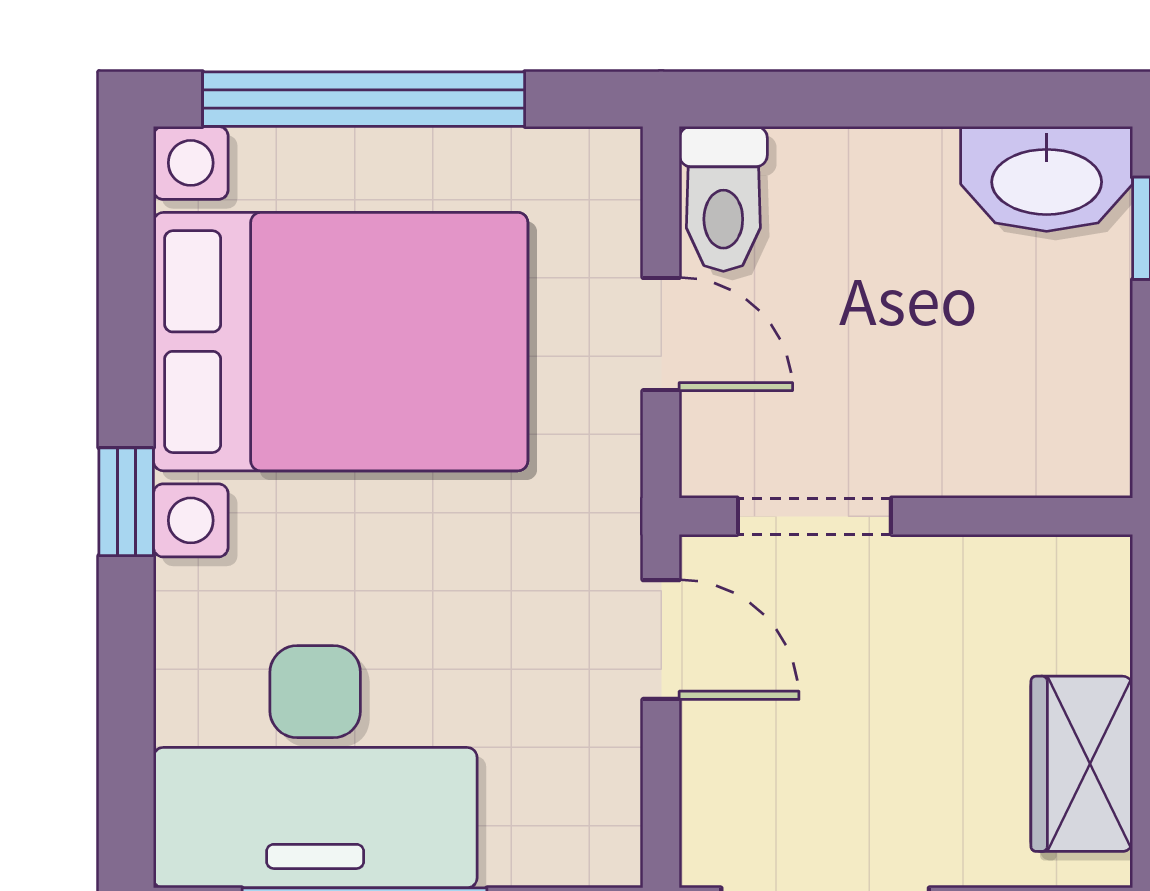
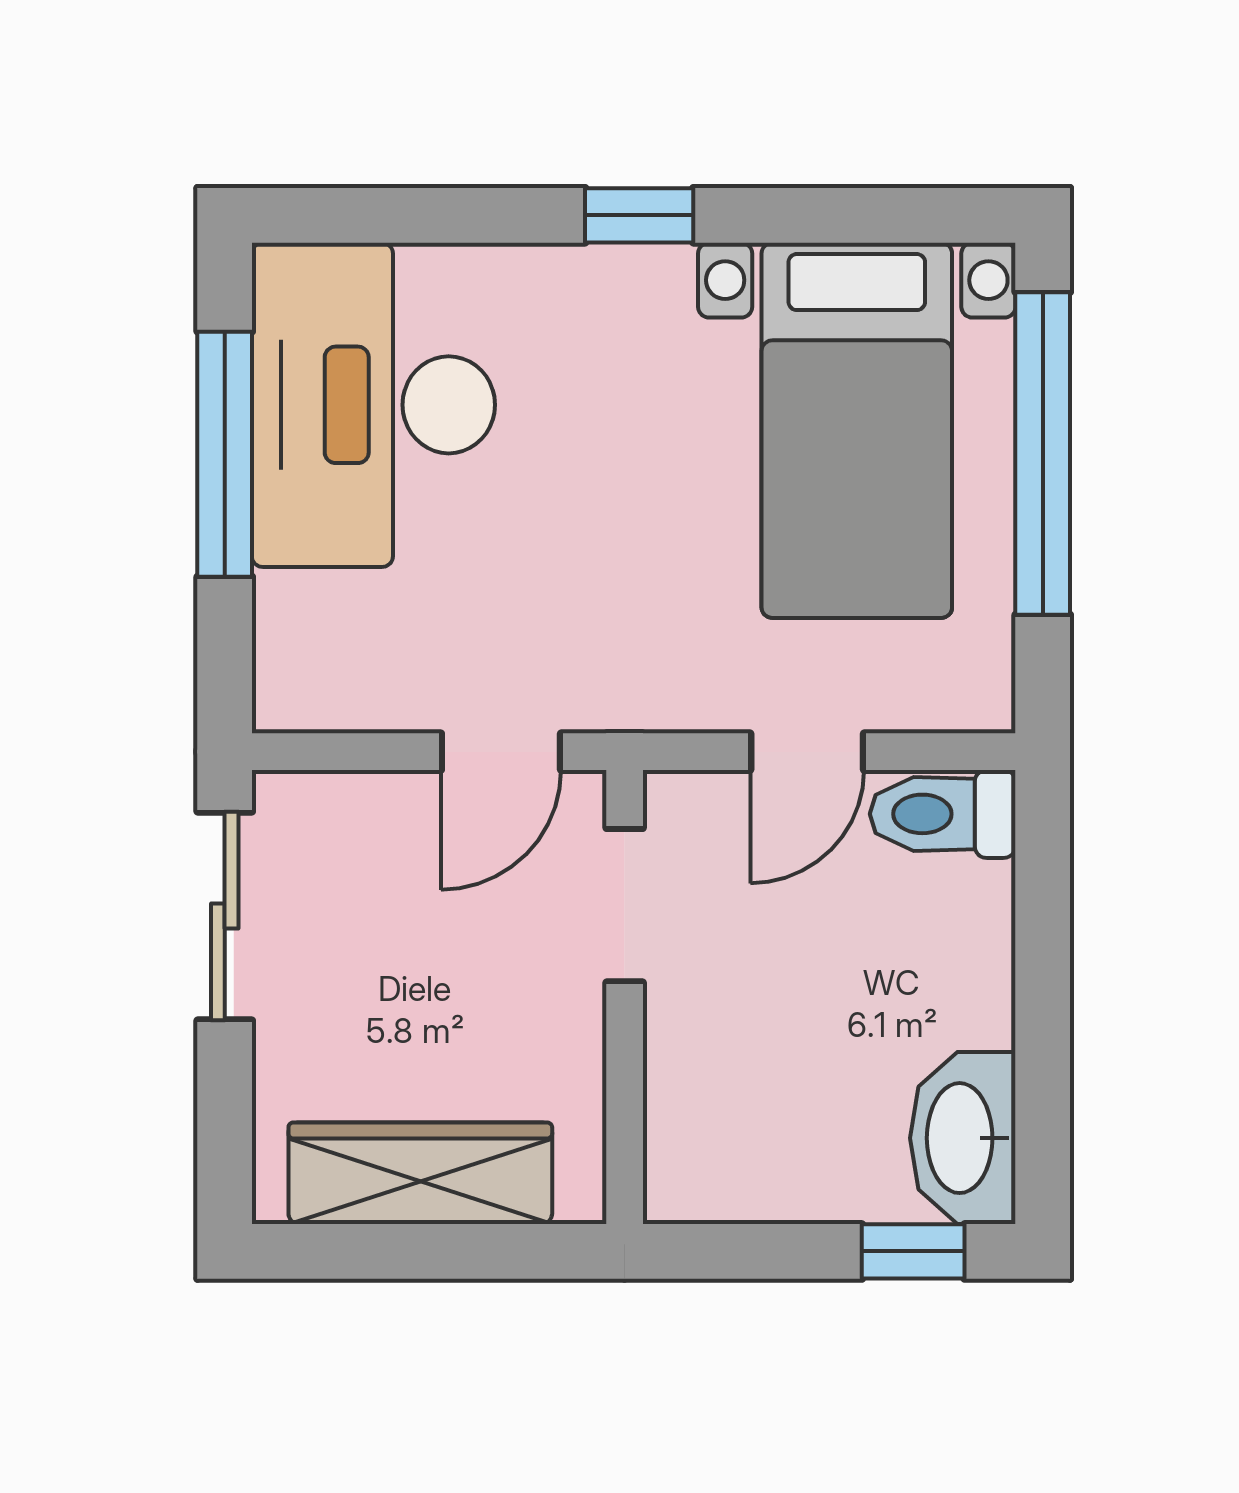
bed with nightstands: (341, 342) -> (857, 430), width x0.73
wardrobe: (1082, 764) -> (420, 1173), width x1.50

